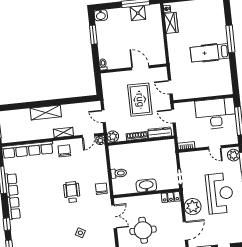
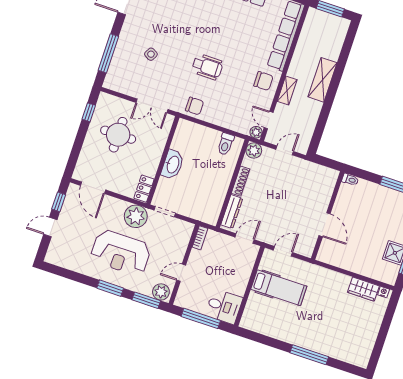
hospital bed: (210, 53) -> (279, 288), moved, turned 90
door: (140, 68) -> (325, 225), hinge flipped
rug: (140, 100) -> (285, 206), removed
desk: (216, 114) -> (224, 306), width x0.53, depth x0.77
toilet: (119, 173) -> (226, 144), moved
plant: (193, 207) -> (136, 216), moved

